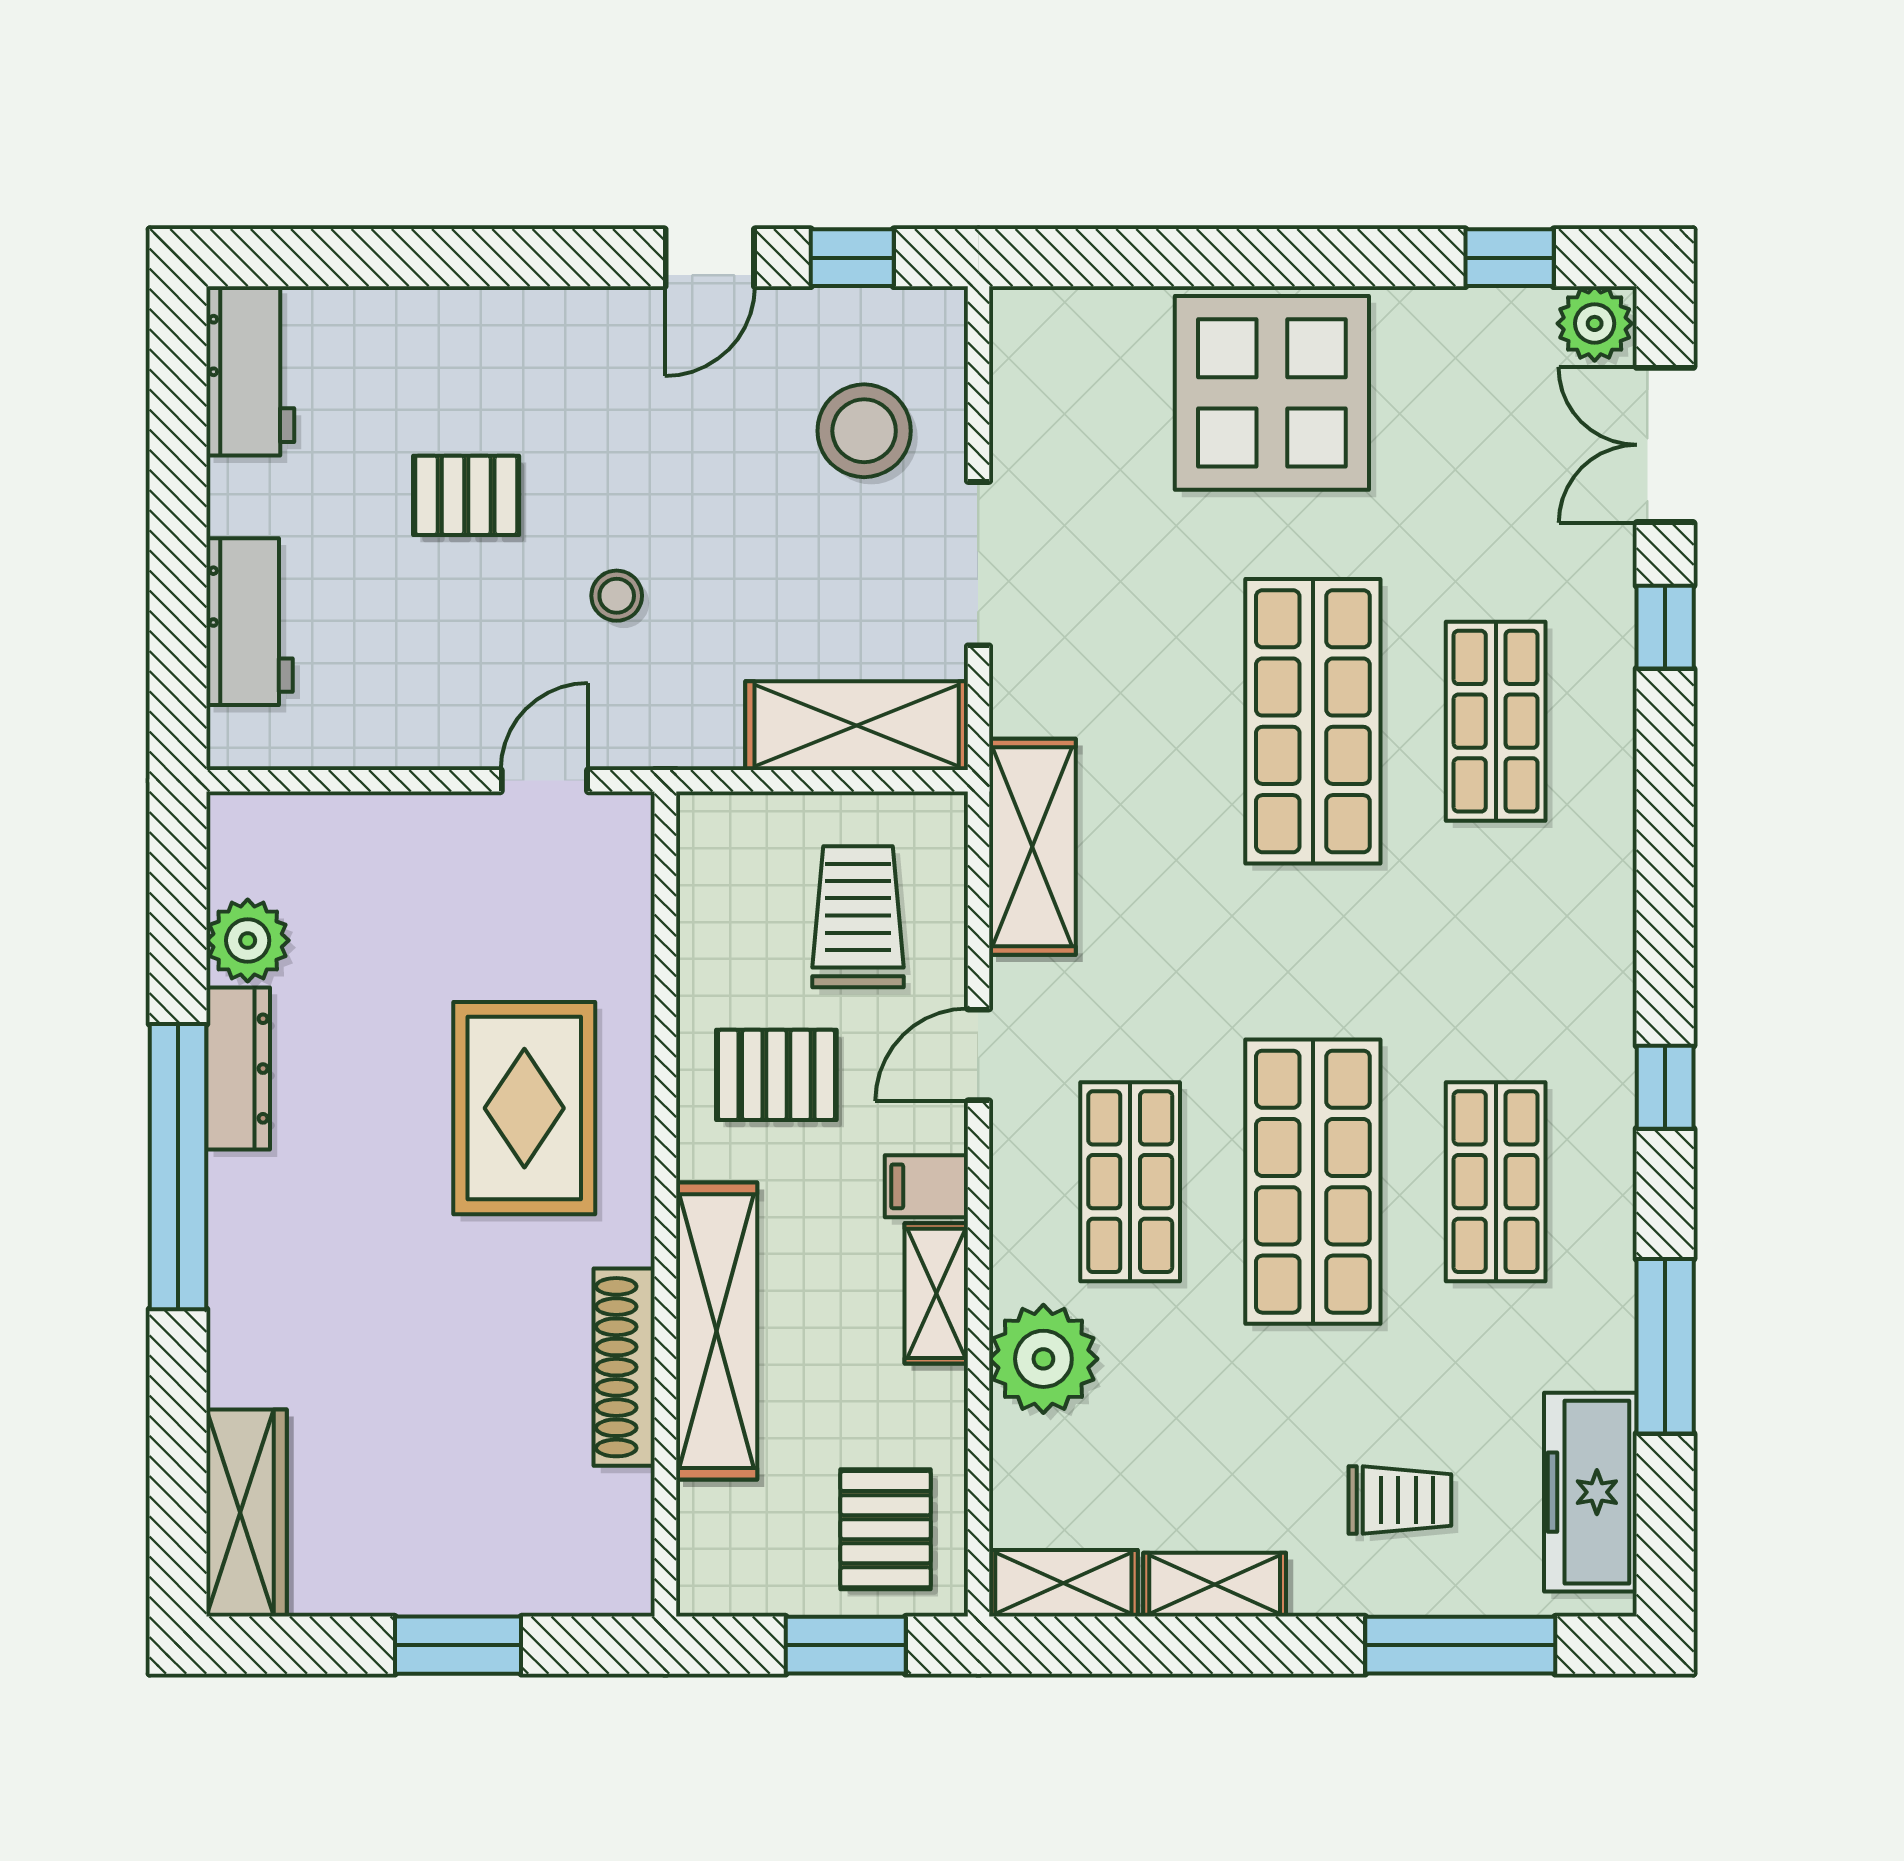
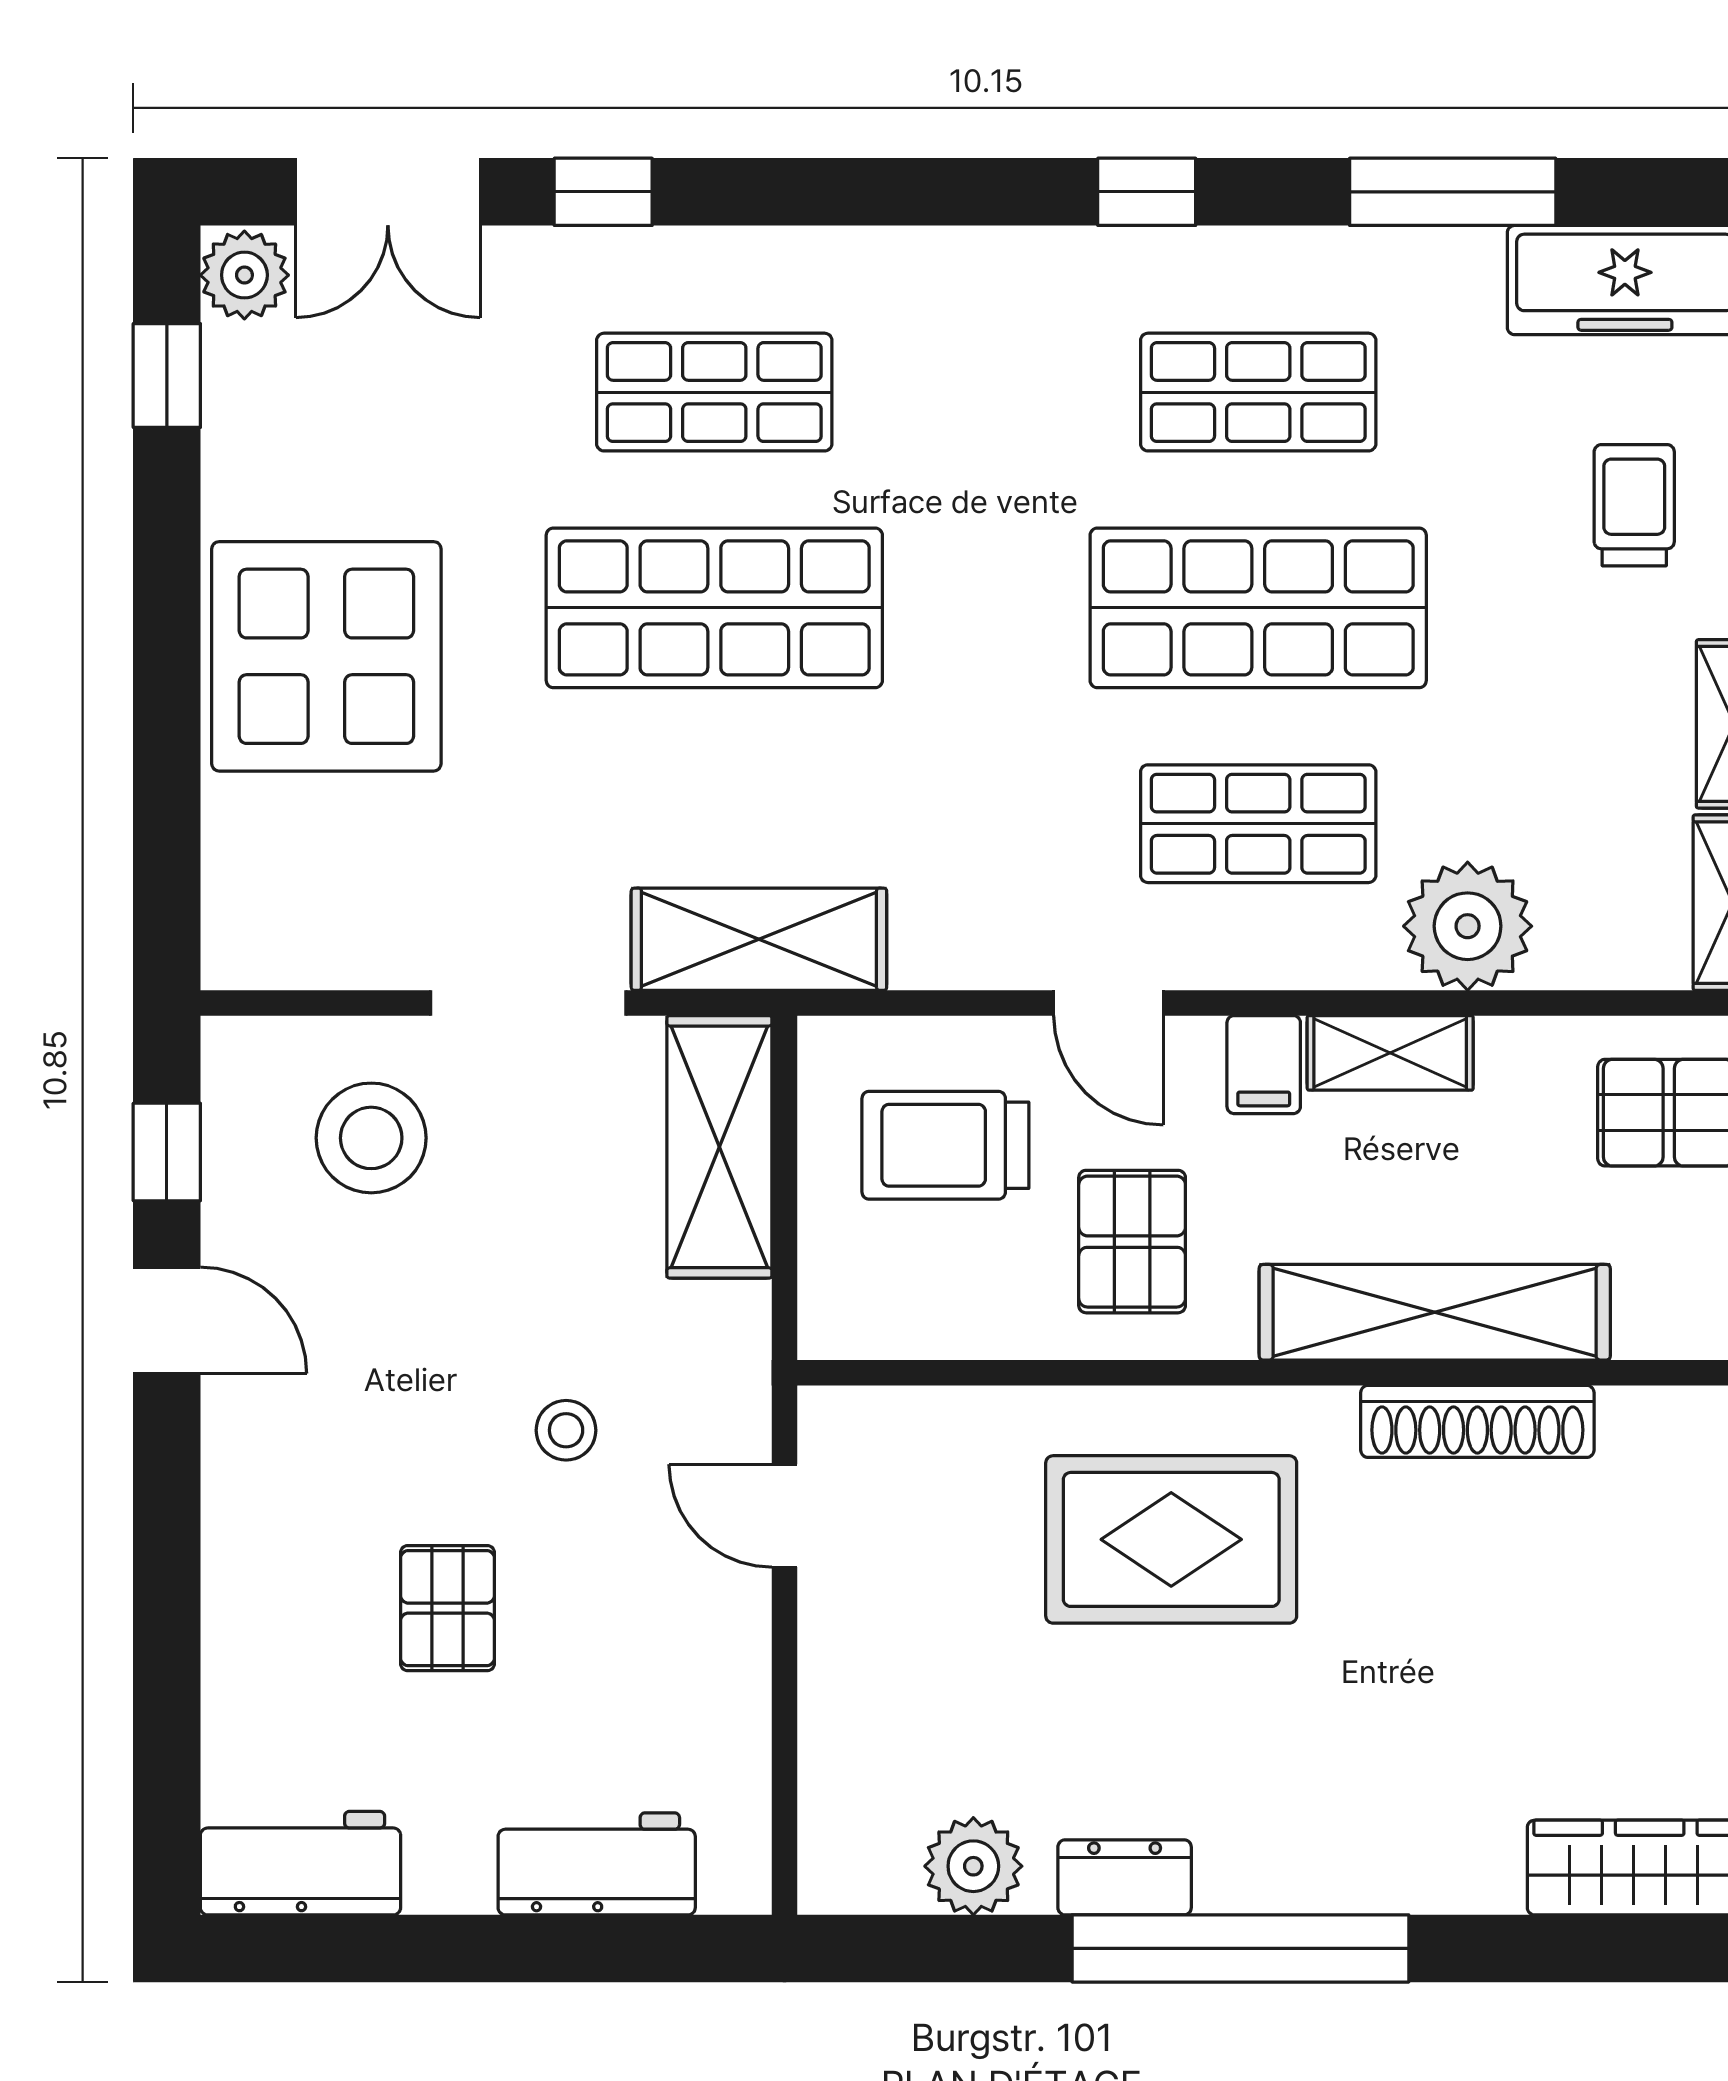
shelving: (1032, 847) -> (759, 939), moved
dresser: (238, 1069) -> (1125, 1877), width x0.70

